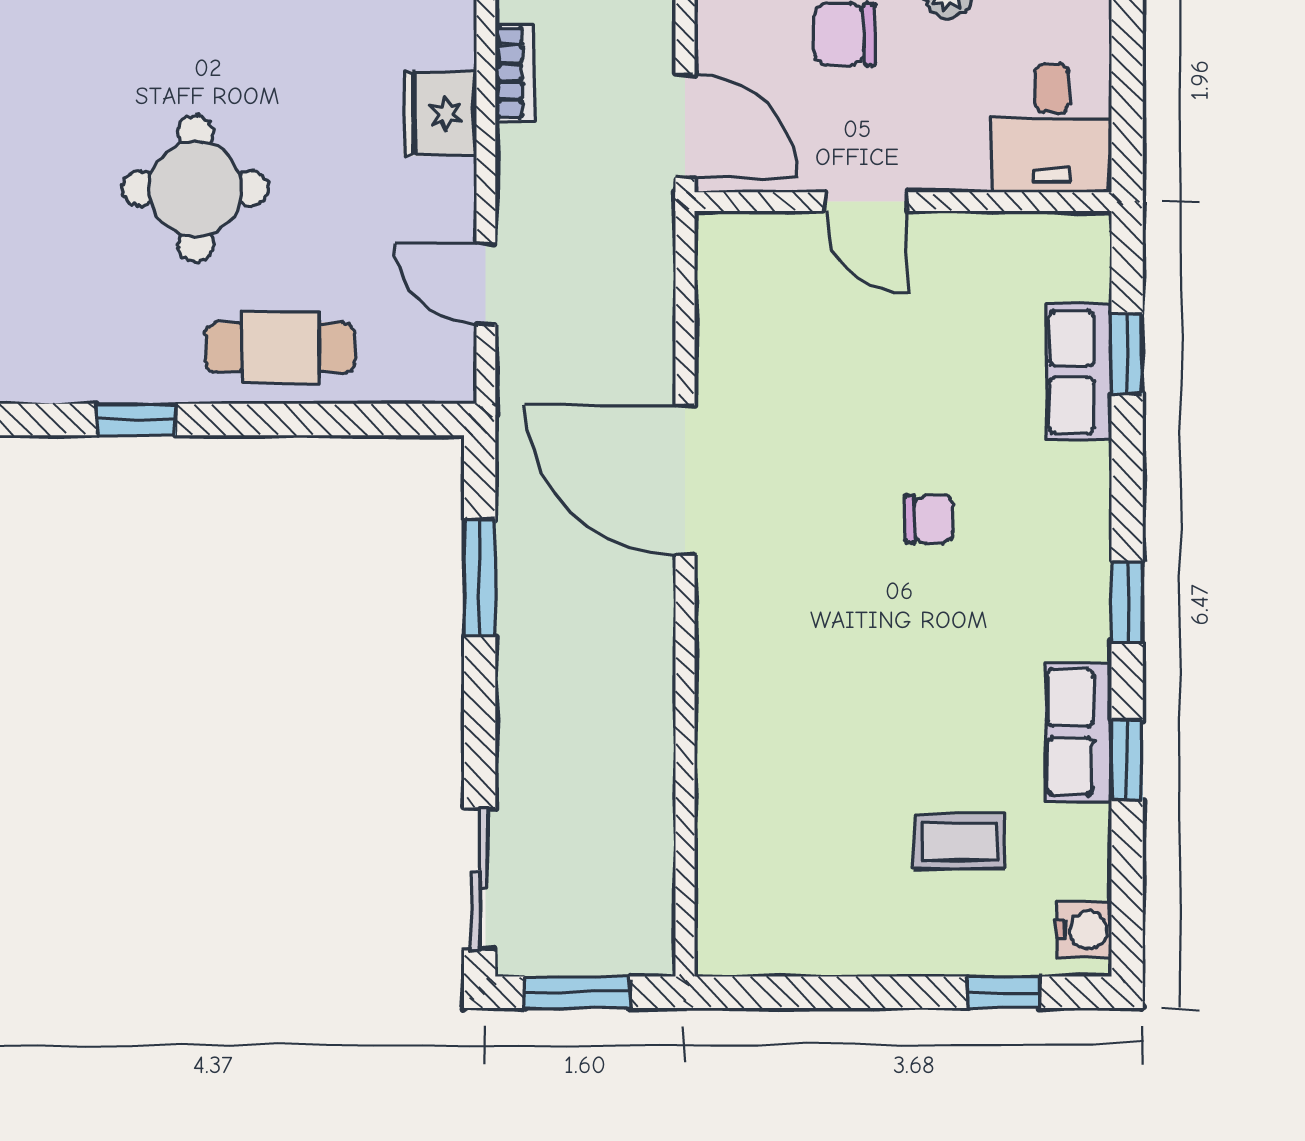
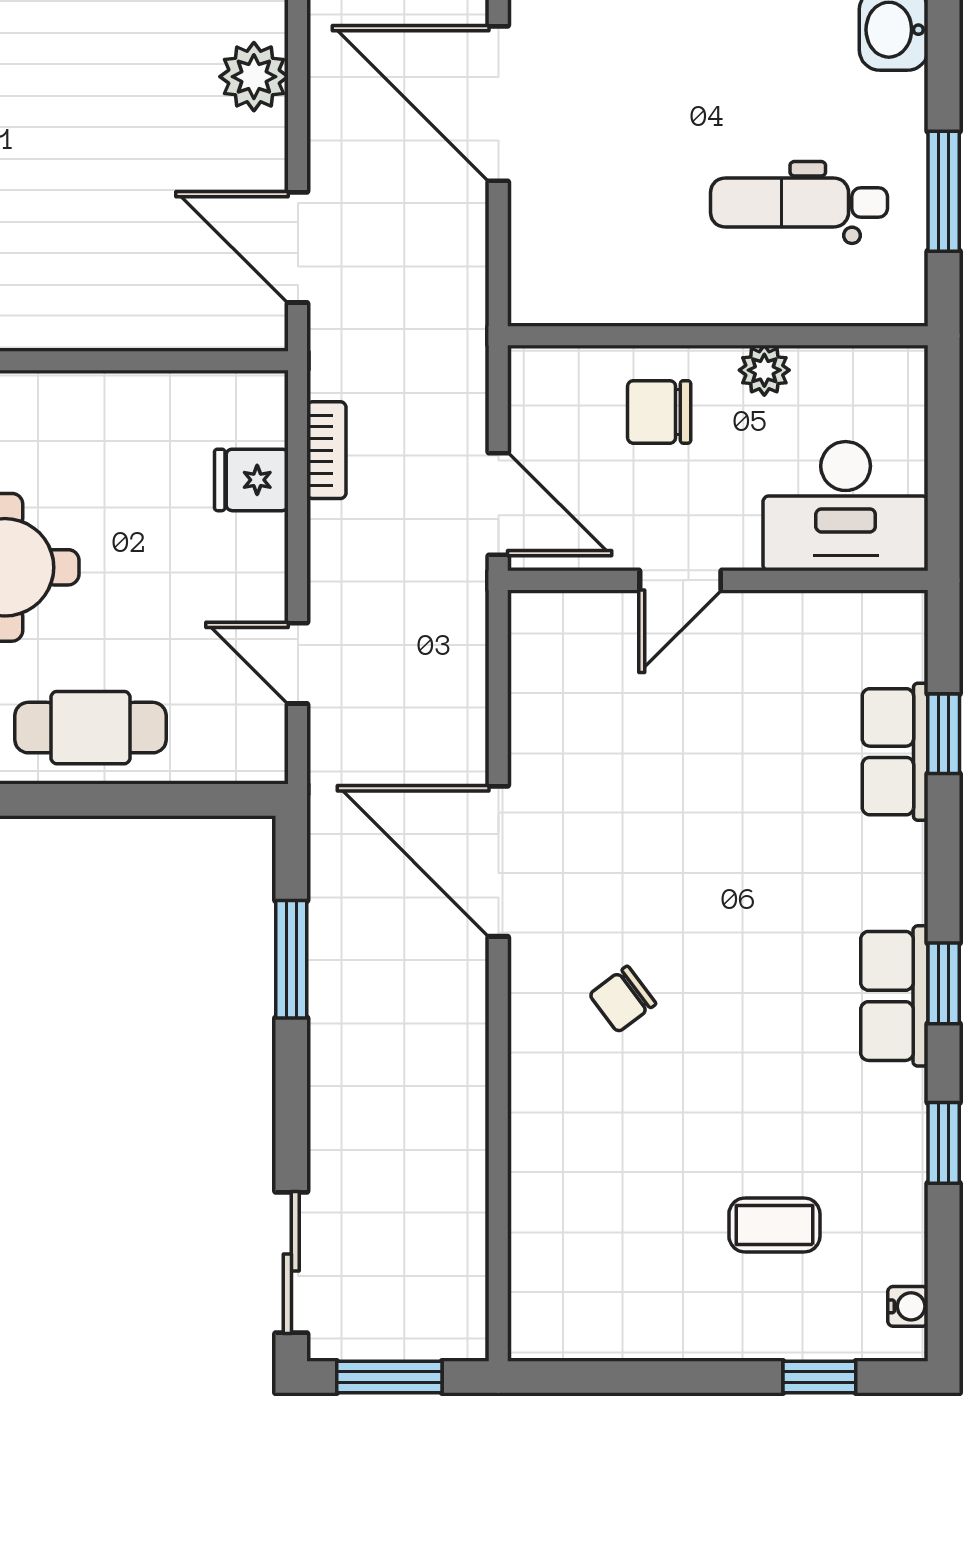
fridge: (440, 114) -> (251, 480), width x0.72
desk: (1052, 128) -> (846, 506), width x1.37
door: (866, 202) -> (680, 580), hinge flipped
chair: (929, 519) -> (623, 999), moved, turned 143
row of seats: (1078, 732) -> (894, 996), moved
water cooler: (1084, 930) -> (908, 1306), width x0.72, depth x0.72

